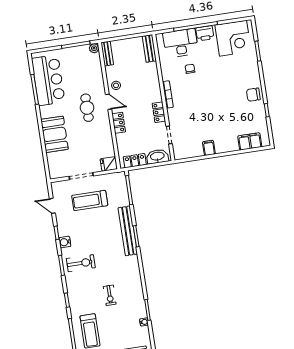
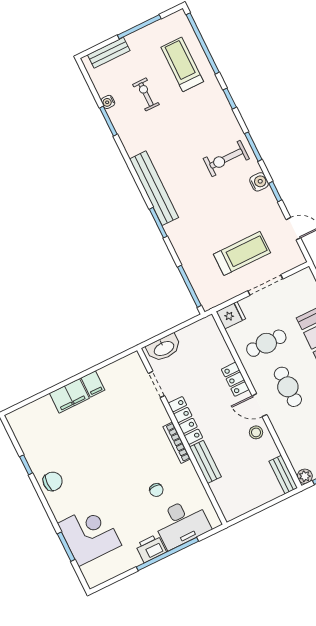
corner desk: (233, 38) -> (89, 534), moved, turned 90
bench: (149, 49) -> (205, 462), moved
locker: (159, 112) -> (185, 420), width x1.53
cafe table: (92, 139) -> (266, 343), added
filing cabinet: (250, 141) -> (69, 396), moved
locker: (135, 161) -> (195, 332), removed
bench: (128, 231) -> (154, 188), moved
exercise bike: (110, 295) -> (146, 94), moved

